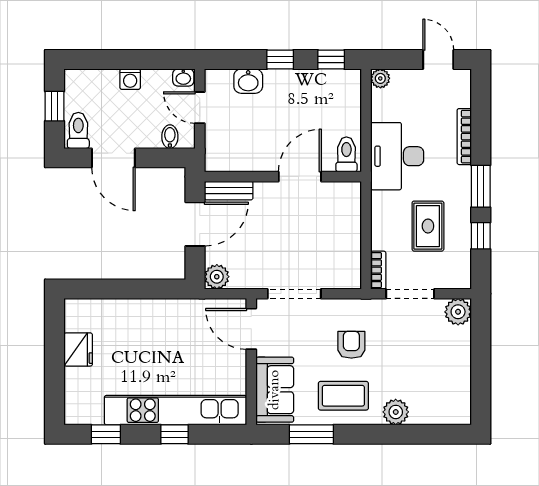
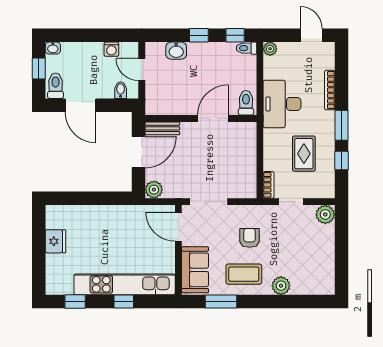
washbasin: (183, 77) -> (53, 48), moved
toilet: (347, 78) -> (246, 48), added
washing machine: (130, 79) -> (111, 49), moved
doorway: (410, 294) -> (291, 202), width x0.73

